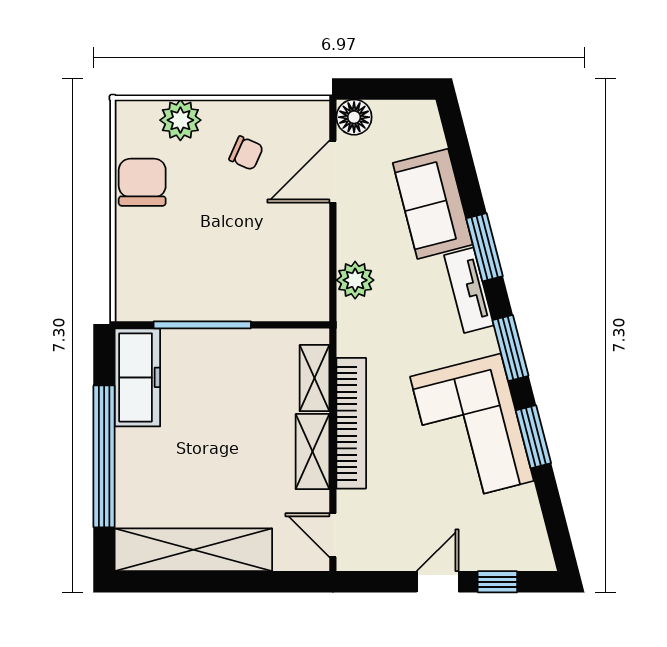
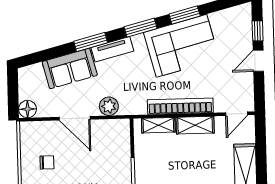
chair: (246, 153) -> (47, 162), turned 66
door: (333, 172) -> (75, 118), moved
door: (438, 582) -> (258, 61), hinge flipped

